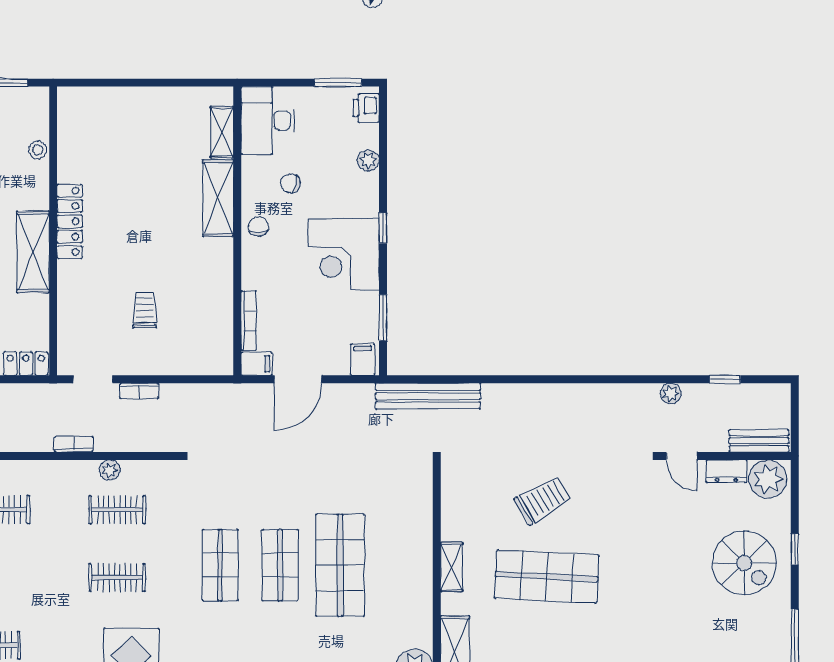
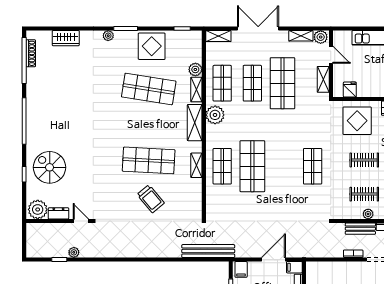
plant: (671, 393) -> (74, 252), moved
bench: (759, 441) -> (360, 229), moved
trolley: (543, 500) -> (151, 199), turned -100
shop shelf: (280, 565) -> (222, 166), moved

